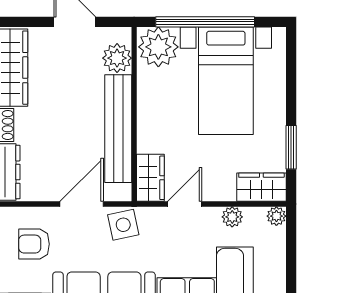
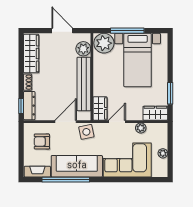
window: (205, 22) -> (127, 31), width x0.68
plant: (276, 216) -> (163, 153), moved

